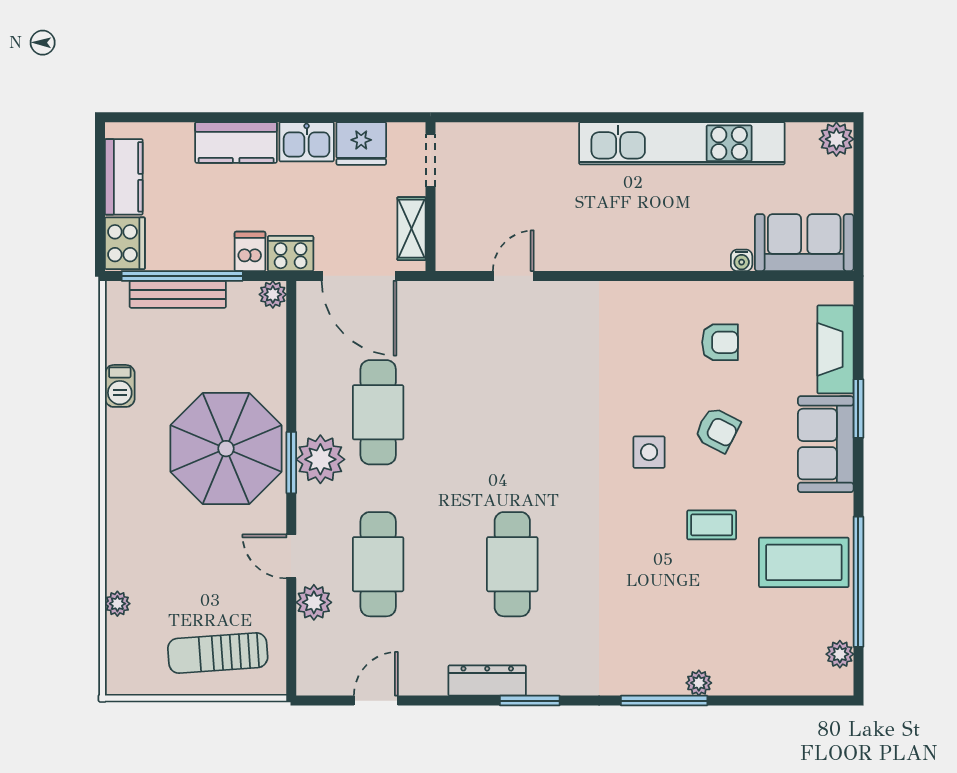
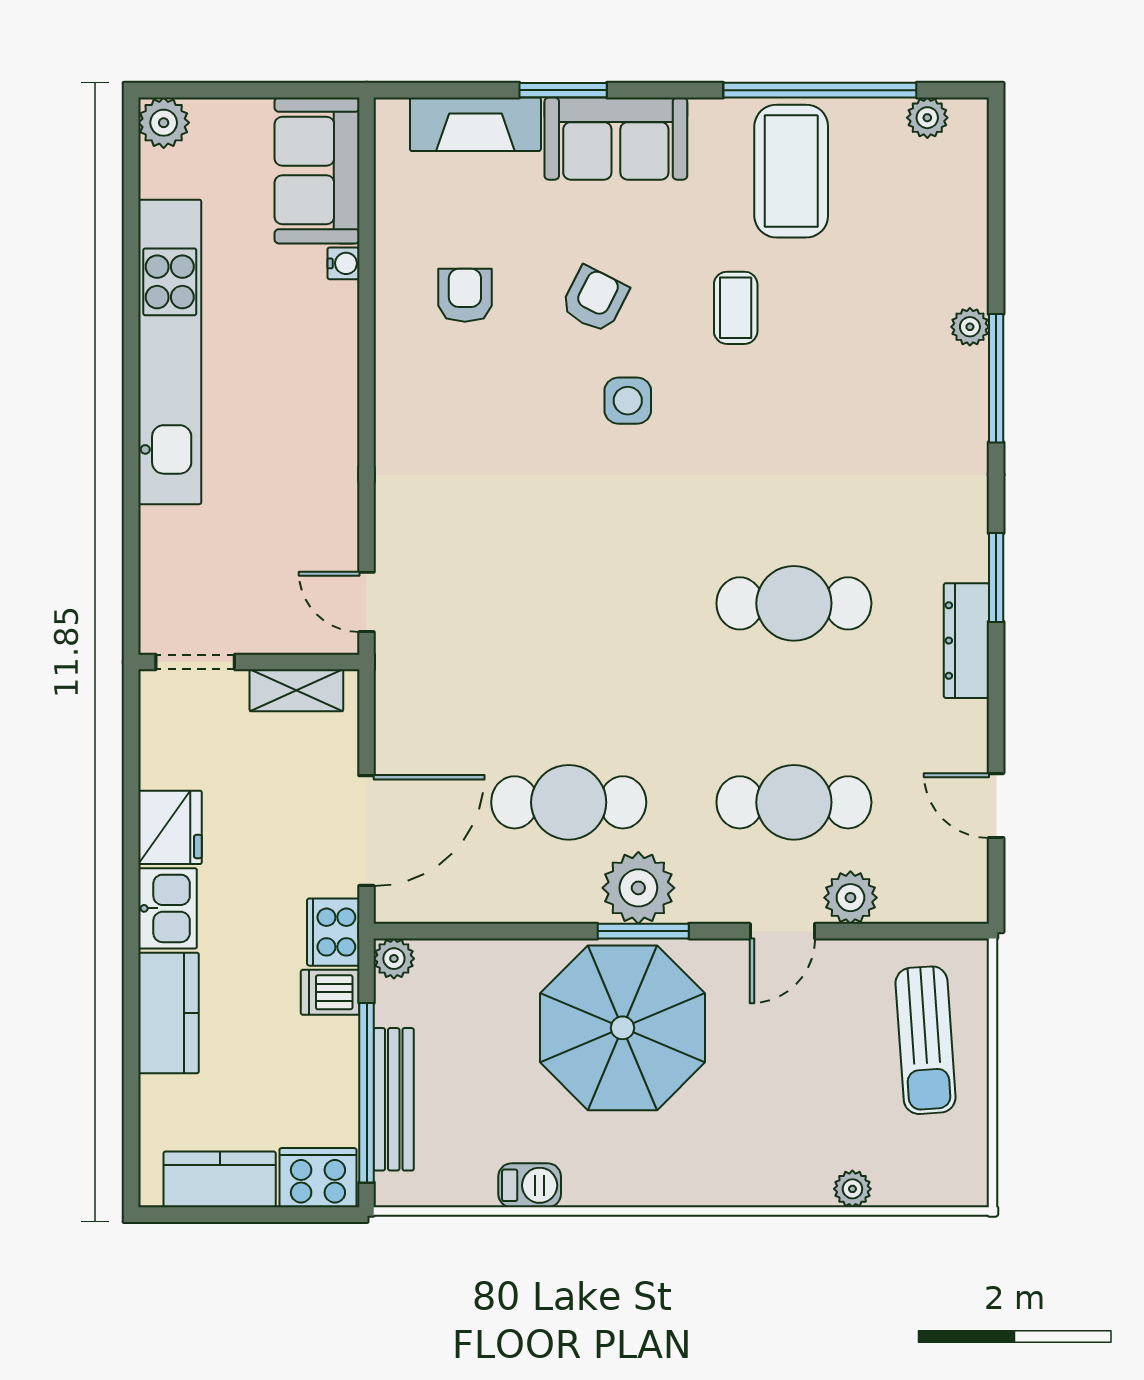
doorway: (431, 160) -> (195, 662), moved
wall: (431, 197) -> (249, 662), moved
shelving: (412, 229) -> (296, 690), moved

